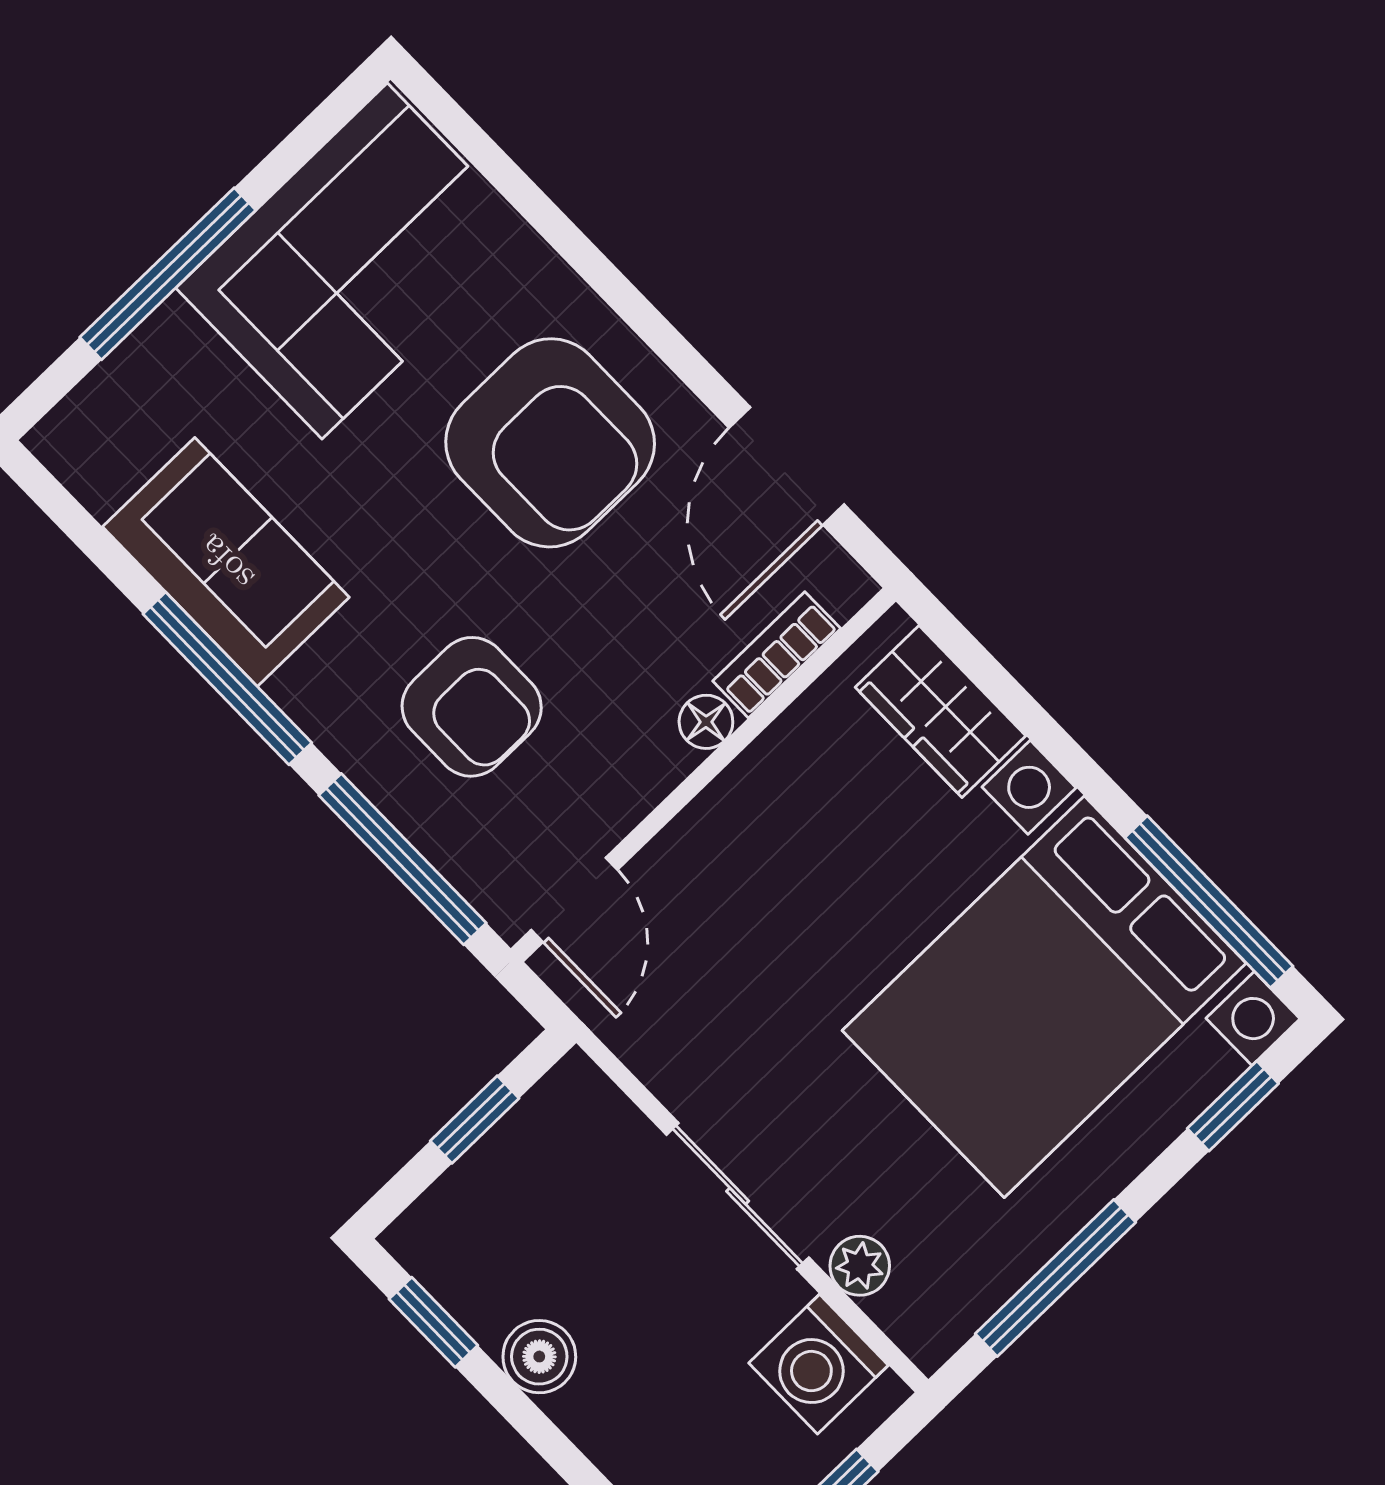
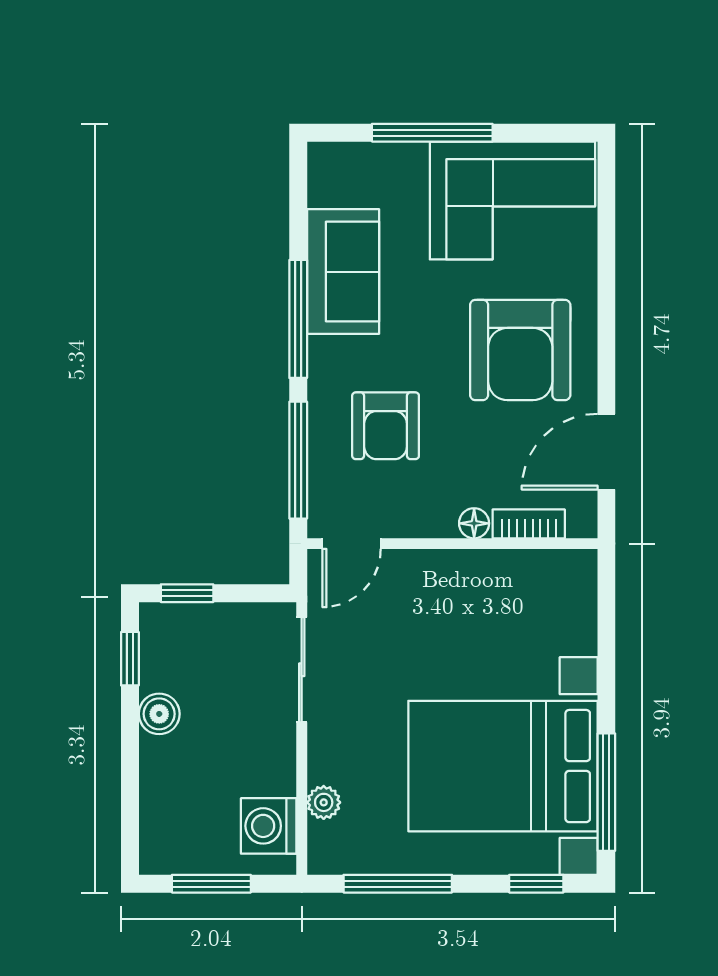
wardrobe: (940, 712) -> (573, 611), removed
window: (475, 1120) -> (187, 593), moved
sliding door: (738, 1196) -> (302, 670), moved

